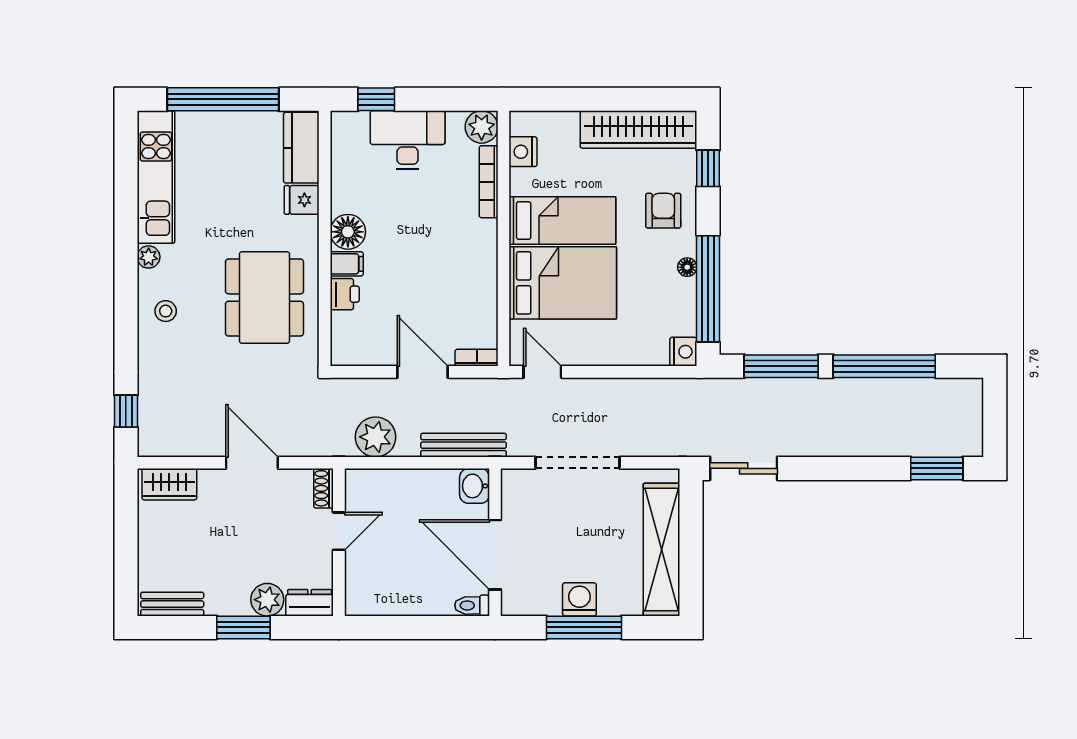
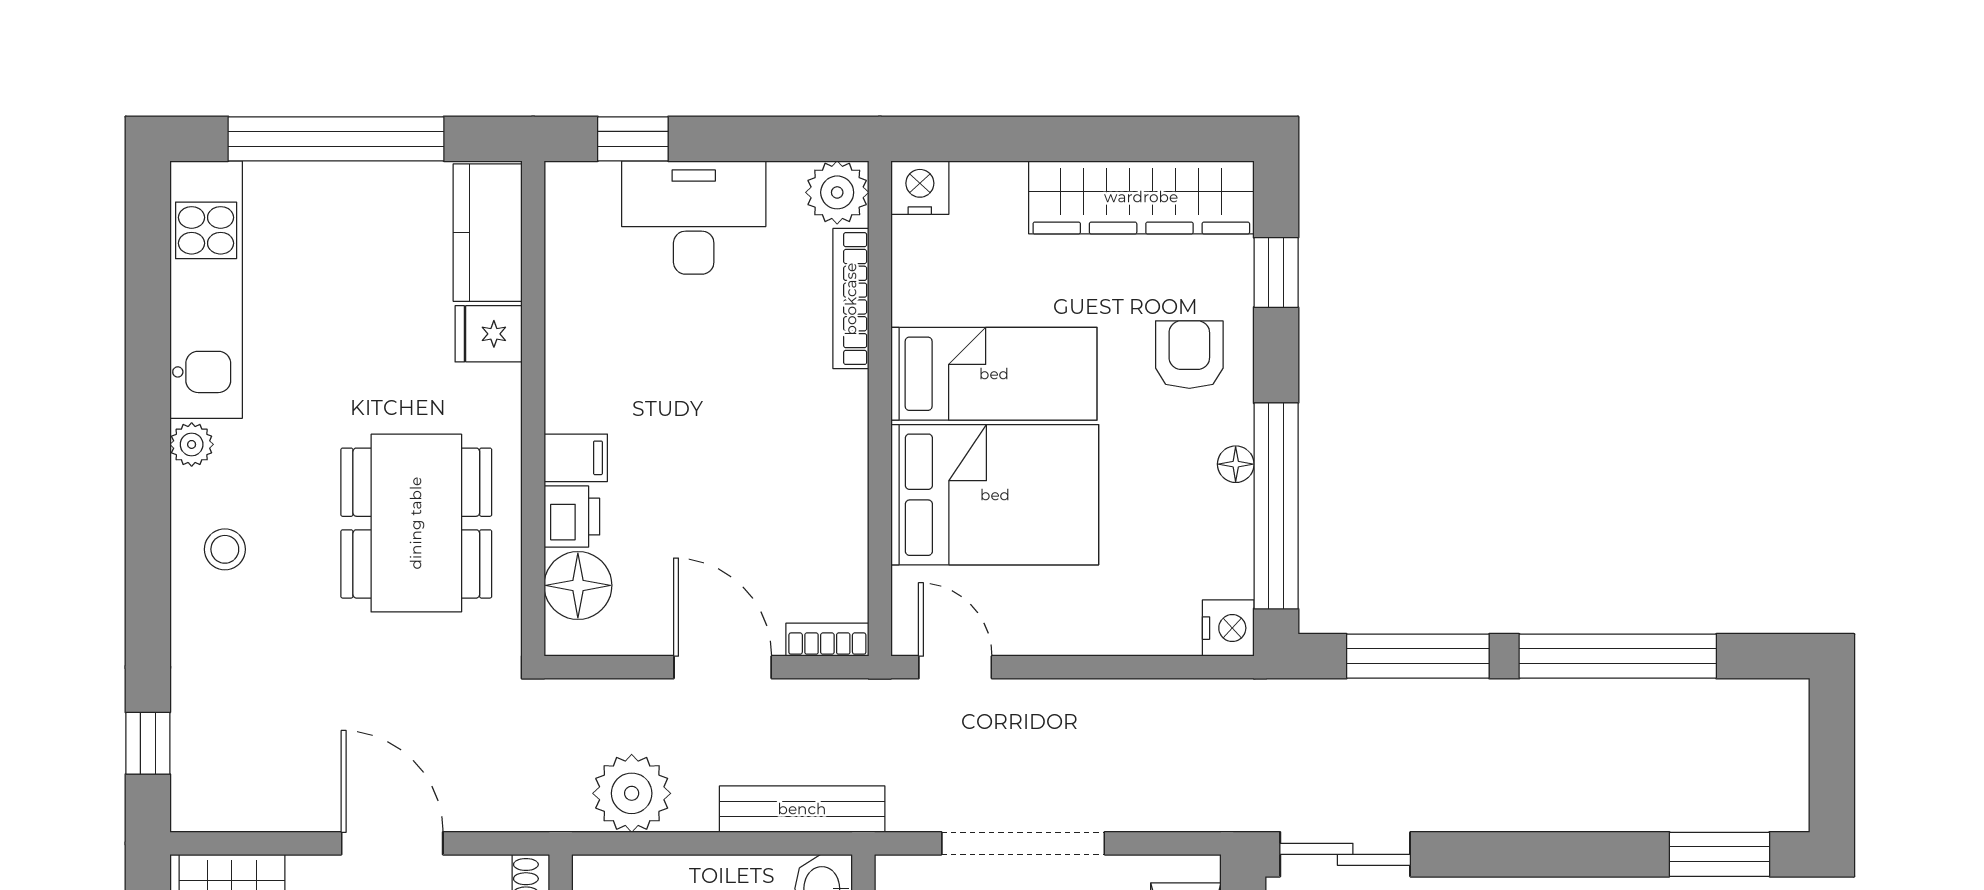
nightstand: (523, 152) -> (920, 188), moved, turned 90
floor lamp: (348, 232) -> (578, 585), moved

